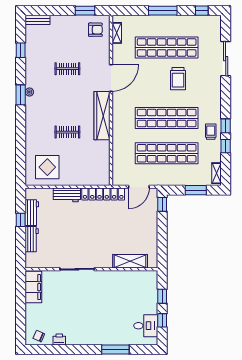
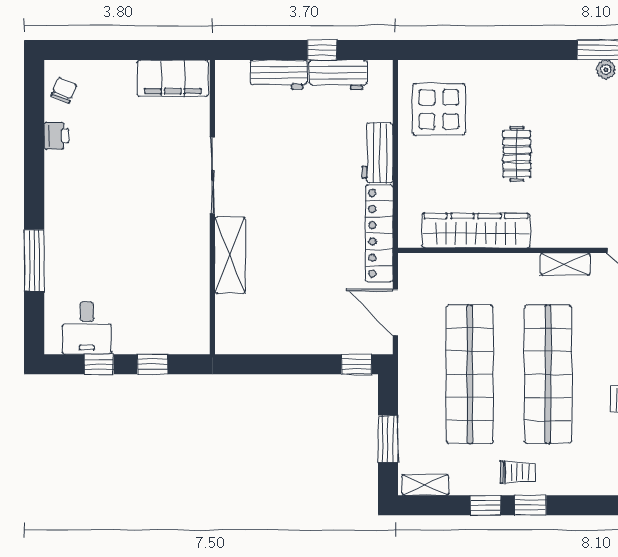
shelving: (117, 110) -> (565, 264), added
wardrobe: (102, 116) -> (476, 231), moved
shelving: (130, 261) -> (230, 255), moved

